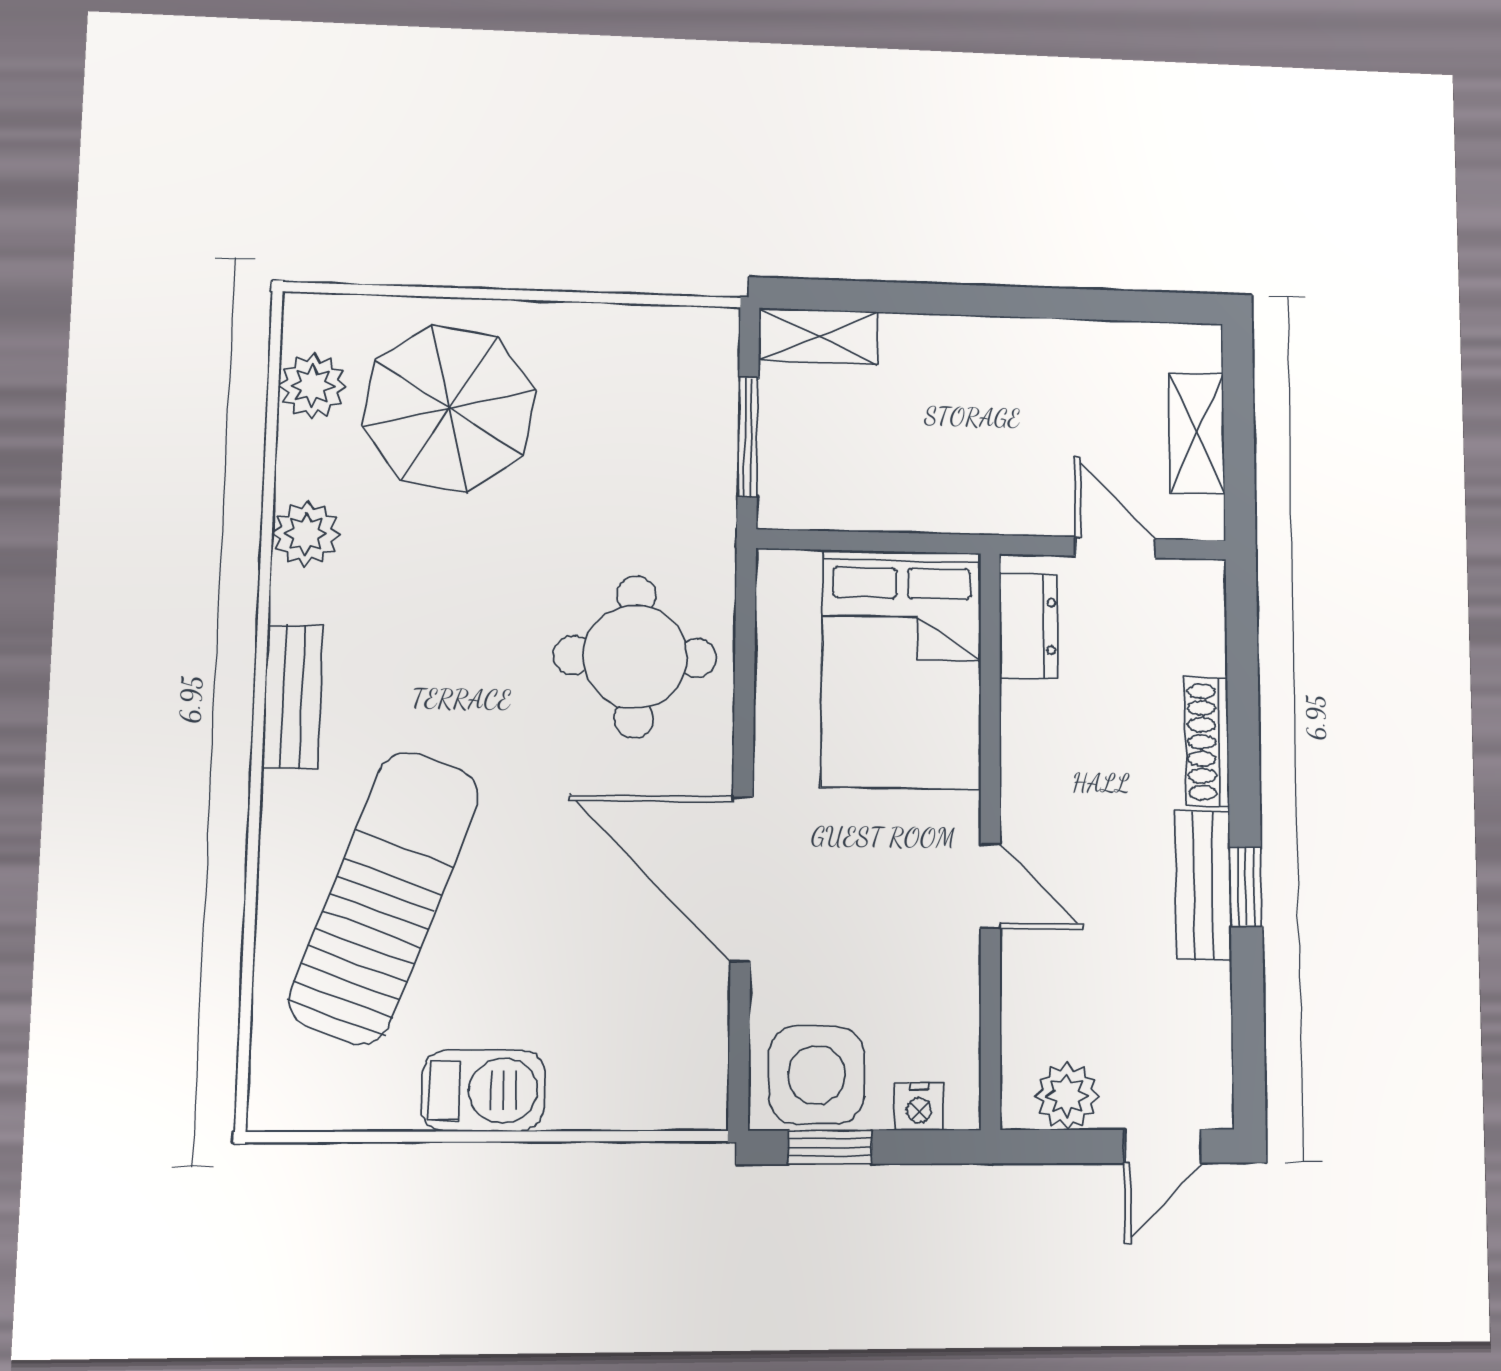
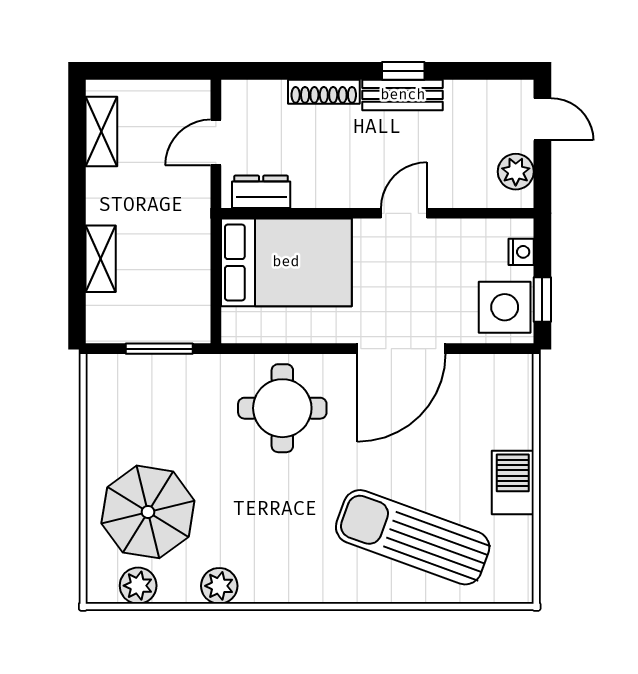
shelving: (818, 336) -> (101, 259), moved
shelving: (1197, 433) -> (101, 132), moved, turned 90
bench: (293, 697) -> (307, 589), removed

